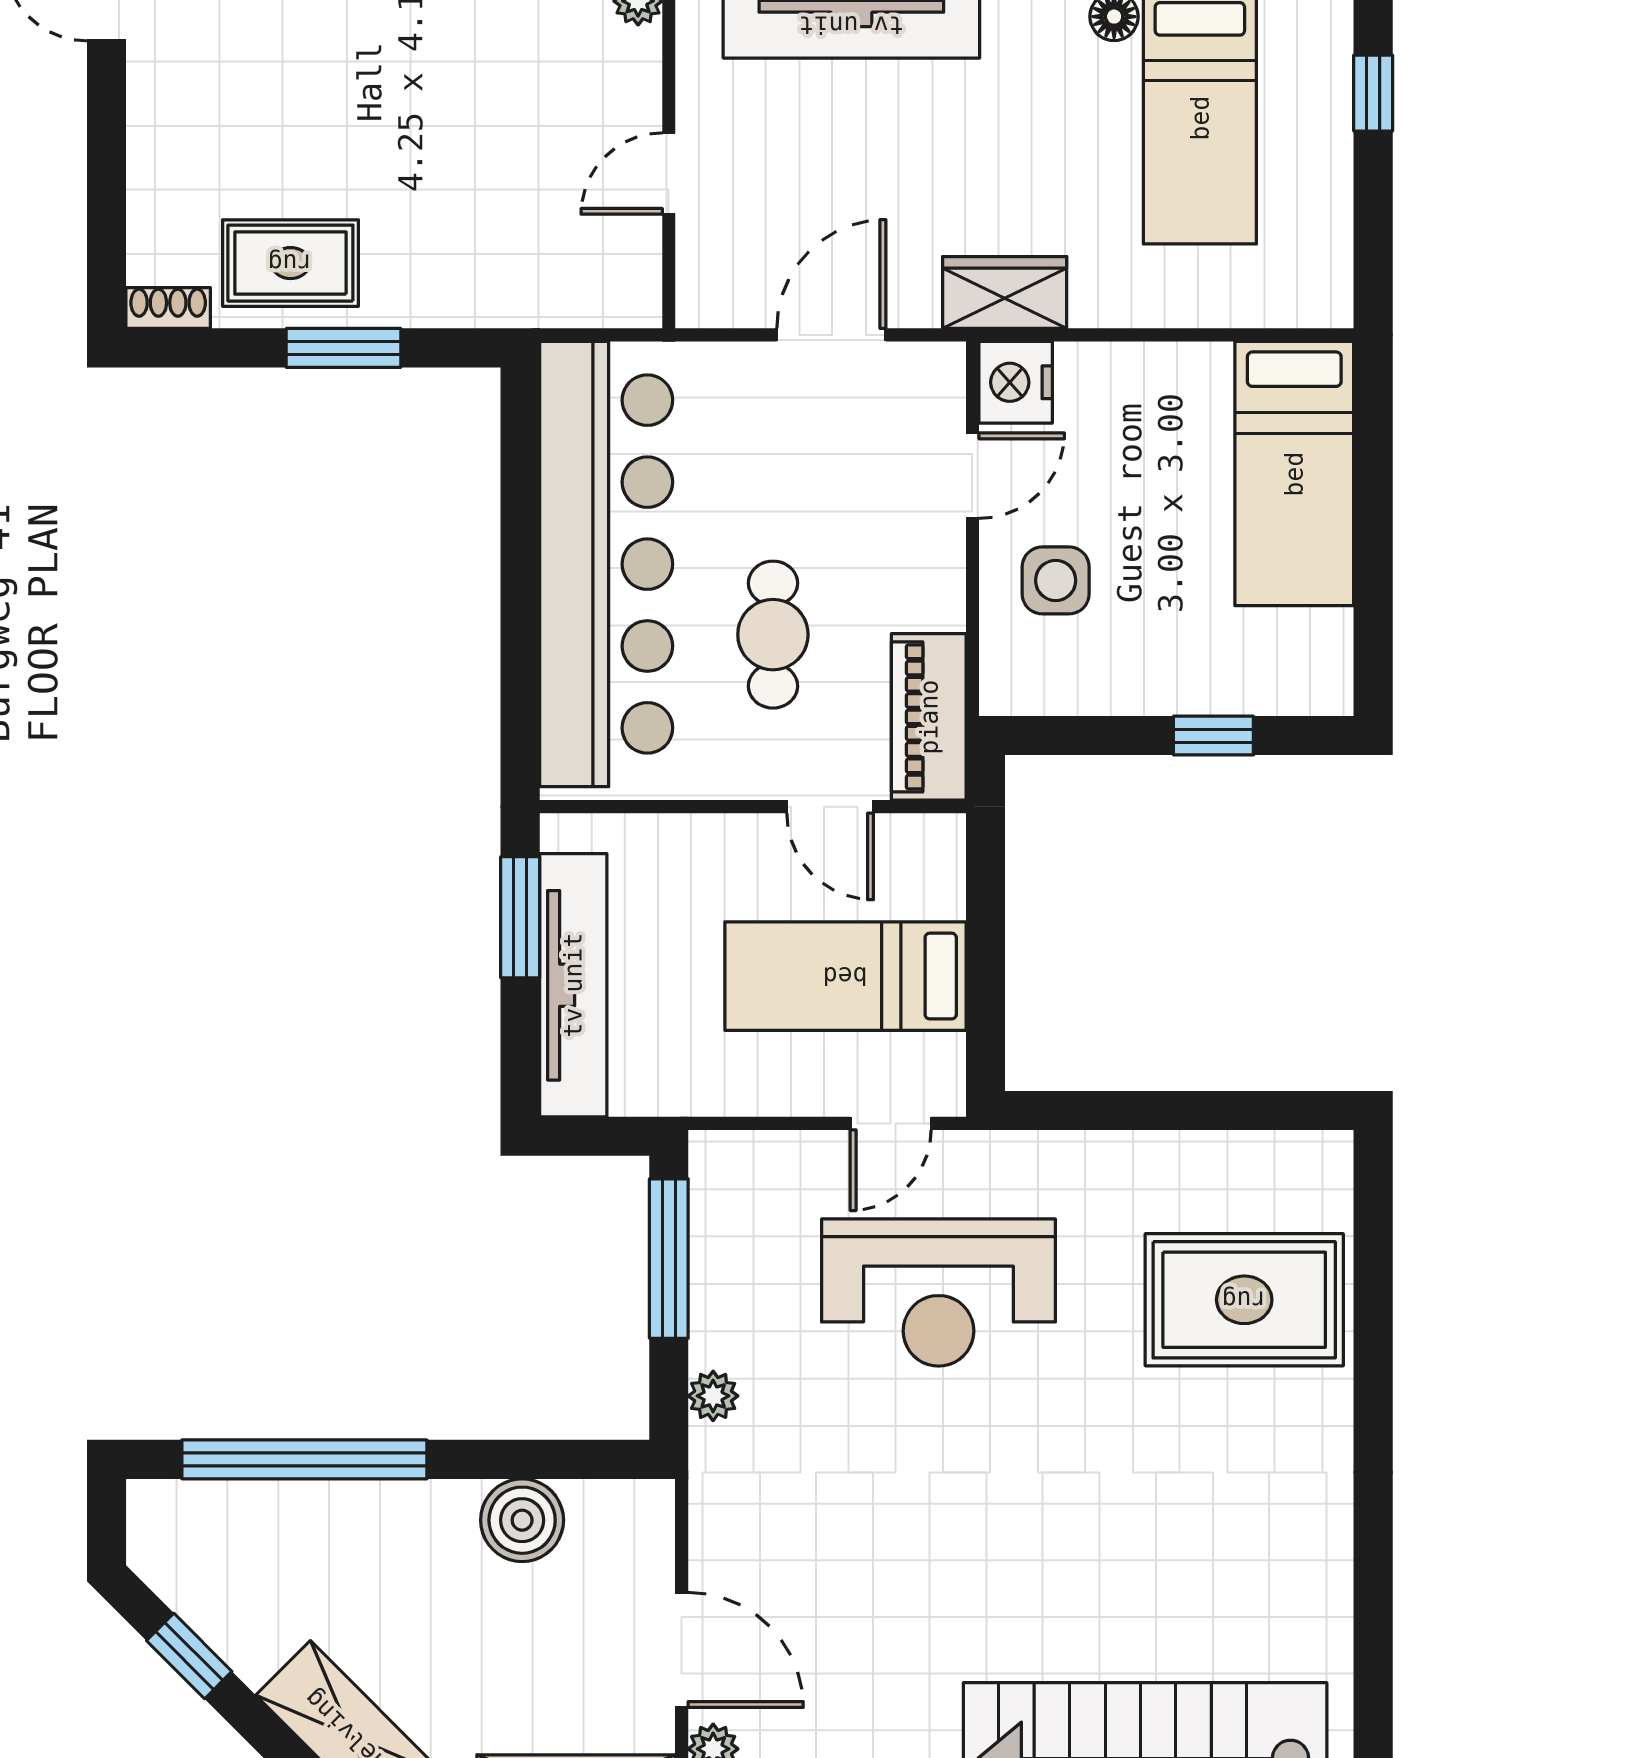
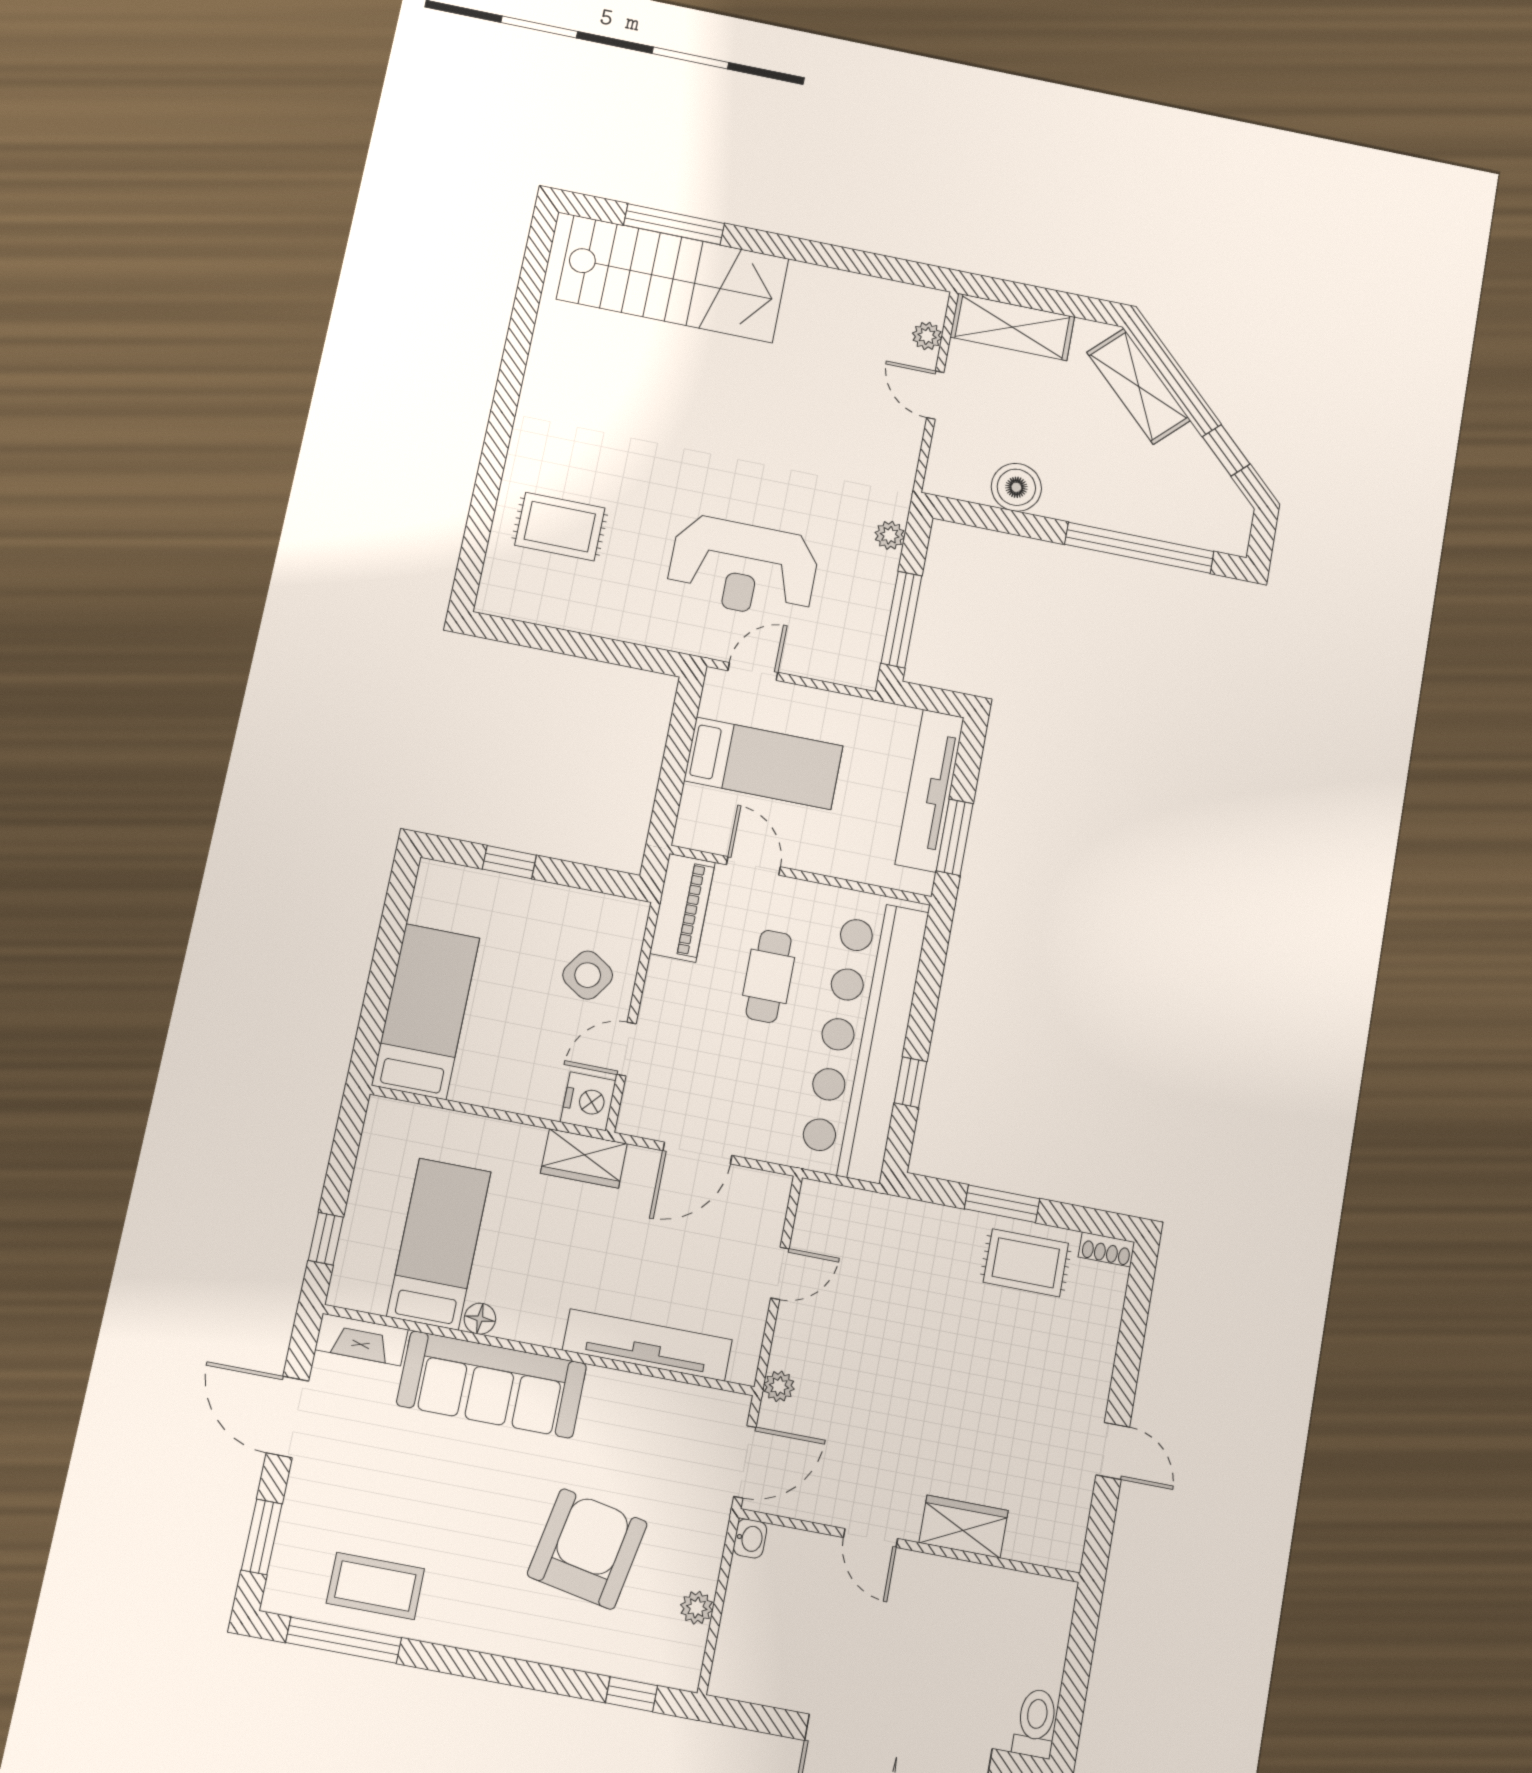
window: (520, 511) -> (911, 1082), added
side table: (1056, 580) -> (588, 975), turned 34
reception desk: (938, 1293) -> (743, 568), turned 180
rug: (1244, 1300) -> (560, 527), width x0.73, depth x0.70
door: (682, 1650) -> (935, 395), width x0.73

